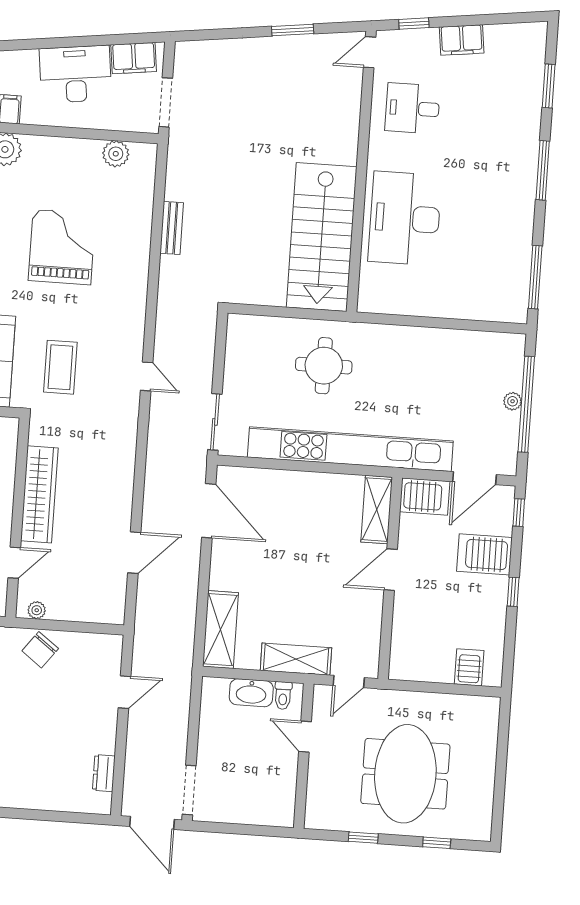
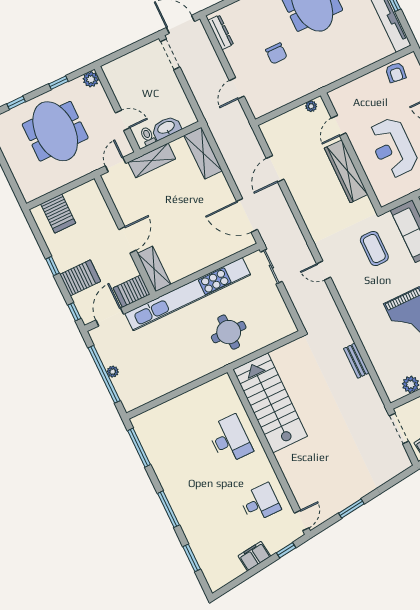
desk: (405, 218) -> (230, 439), width x0.73, depth x0.77
chair: (40, 650) -> (276, 53), moved, turned 143
server rack: (469, 667) -> (58, 213), width x1.36, depth x1.44
dresser: (104, 773) -> (221, 32), width x1.44
plant: (317, 817) -> (91, 79), added

